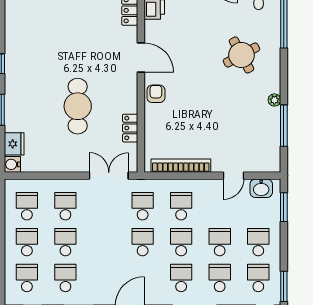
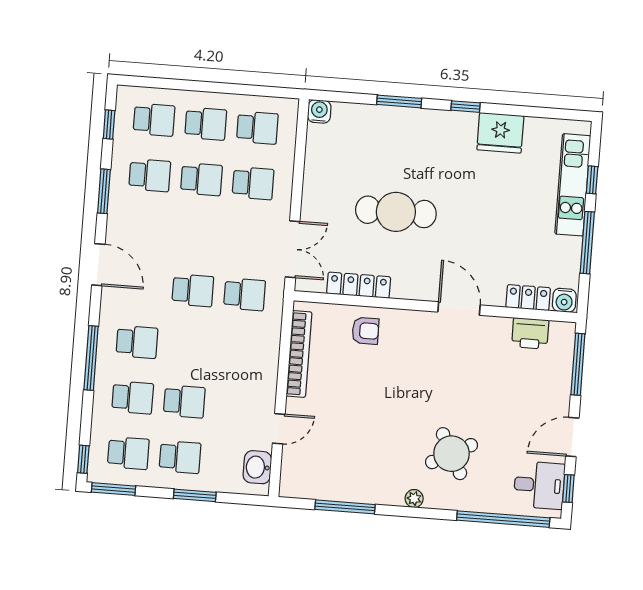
door: (141, 58) -> (459, 308), swing flipped
armchair: (156, 94) -> (365, 331), moved
plant: (274, 100) -> (414, 498), moved
locker: (130, 128) -> (359, 285), width x1.53
fridge: (14, 144) -> (500, 133), moved, width x1.36, depth x1.34
door: (233, 176) -> (279, 429), swing flipped
school desk: (181, 206) -> (240, 350), removed
window: (284, 207) -> (195, 495), moved
school desk: (181, 242) -> (189, 346), removed

